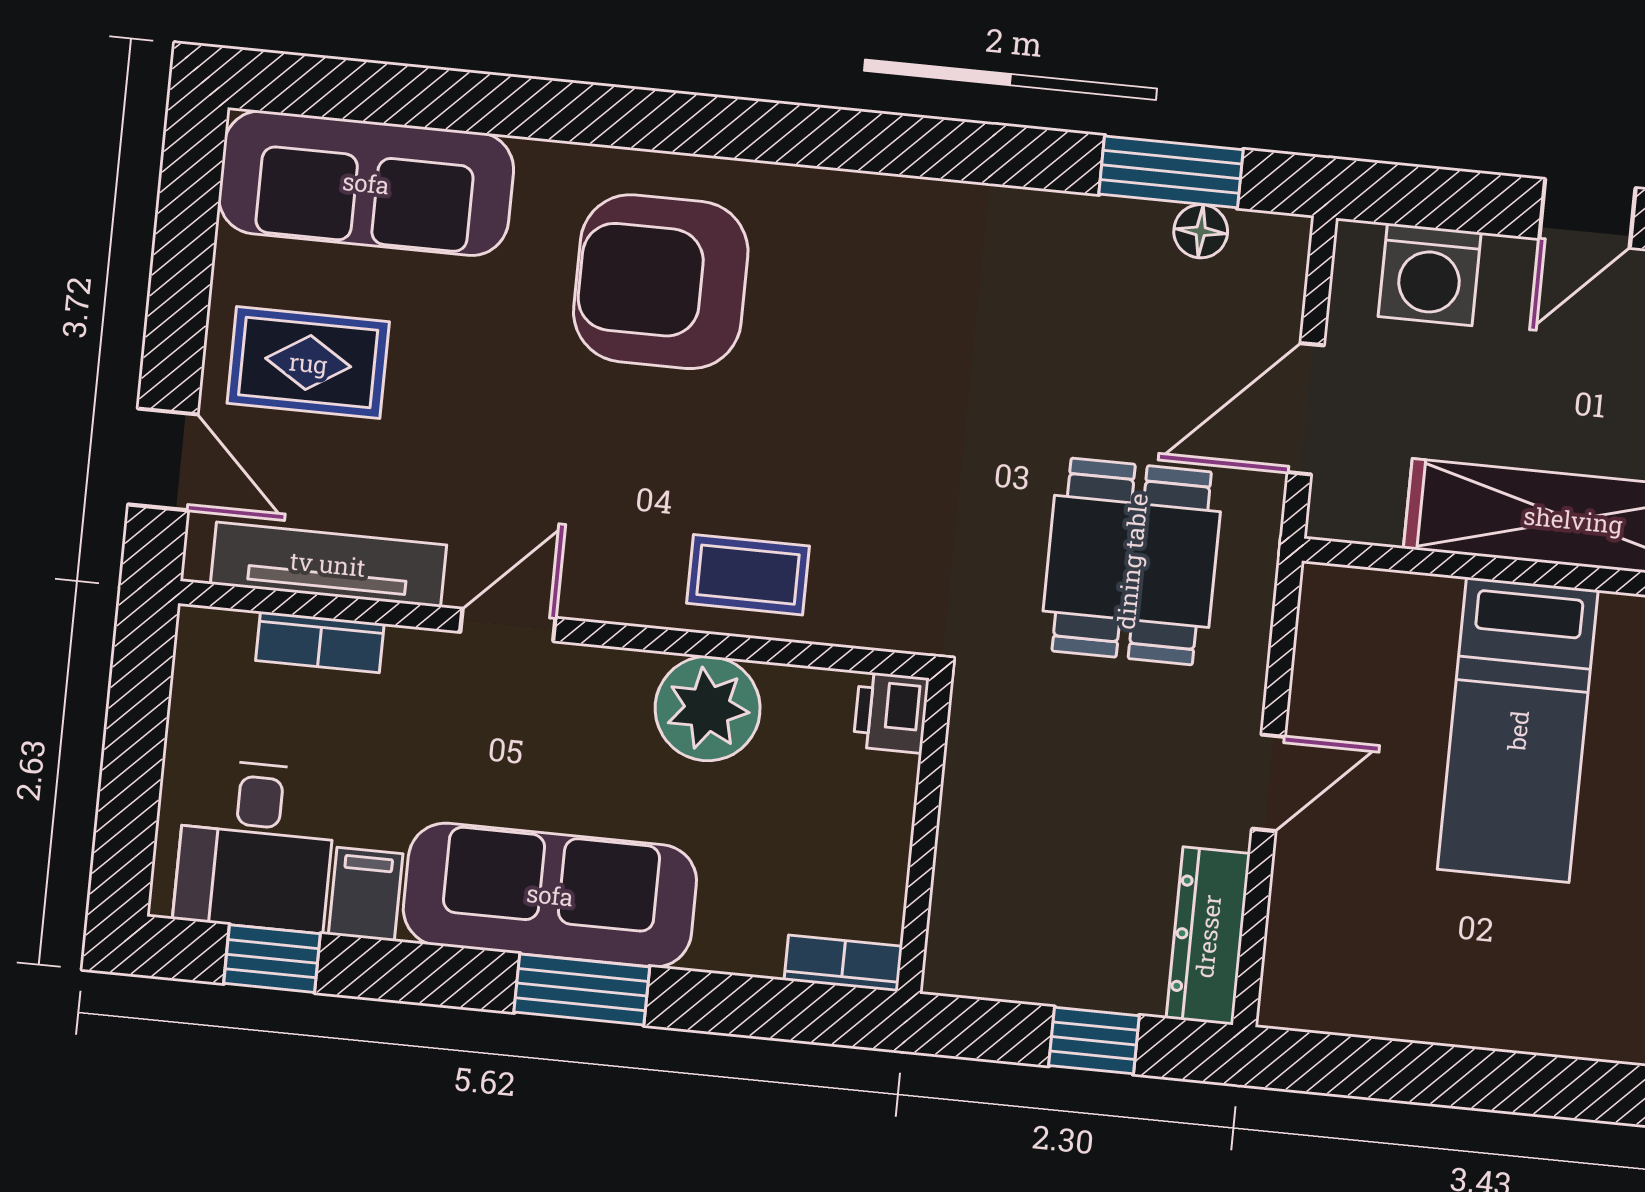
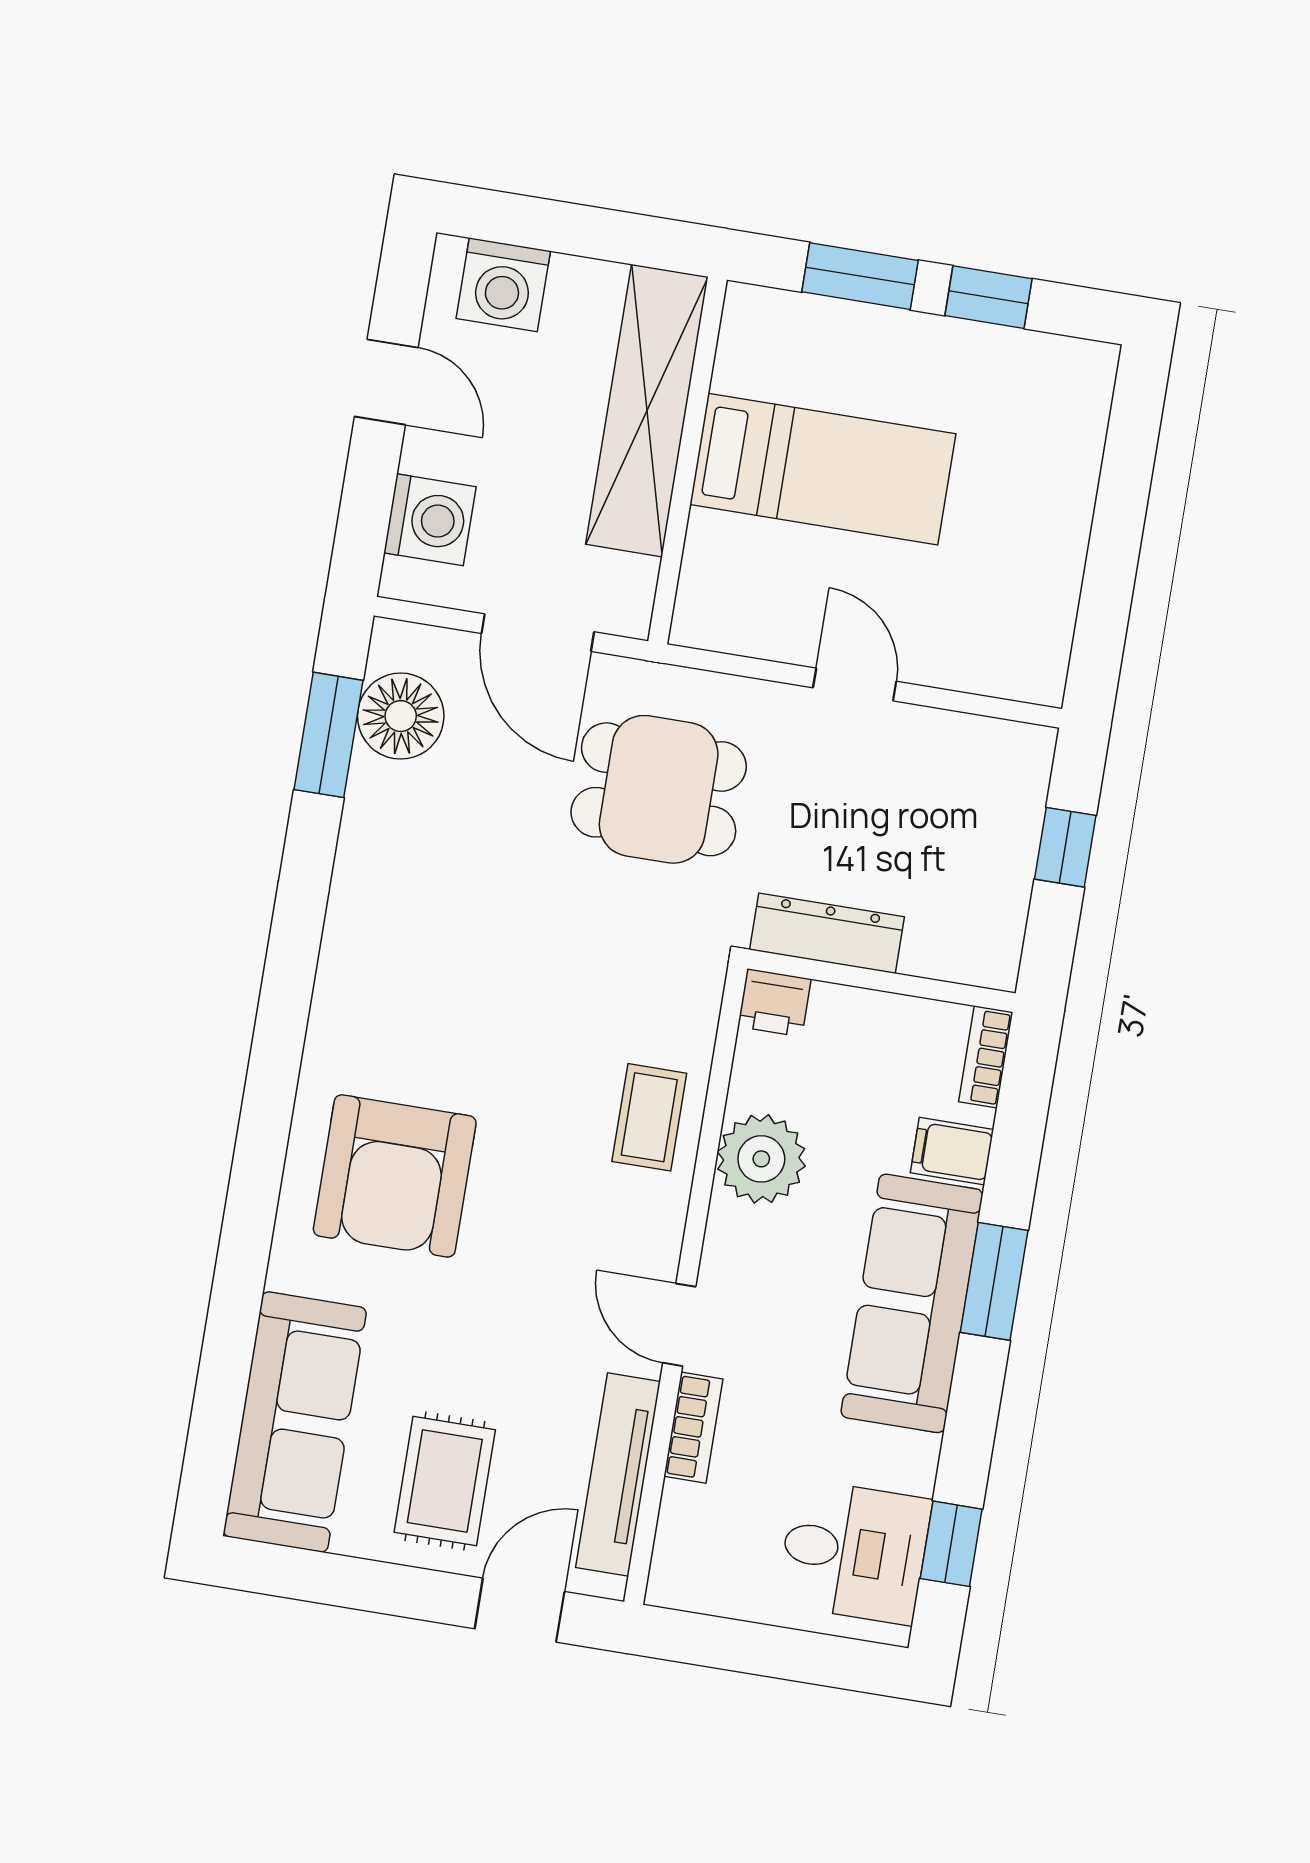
floor lamp: (1201, 231) -> (401, 716), width x1.89, depth x1.89
bookcase: (320, 642) -> (693, 1428), moved
filing cabinet: (366, 894) -> (952, 1151), moved
dresser: (1208, 936) -> (827, 933), moved, turned 180

